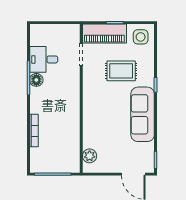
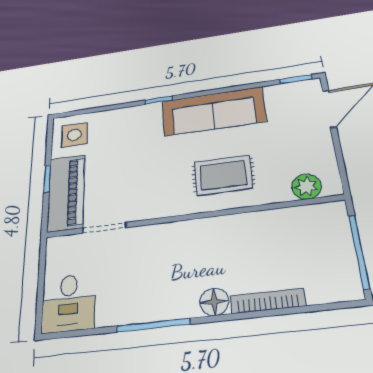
desk: (44, 59) -> (68, 303), moved
rug: (121, 71) -> (223, 175), moved, turned 90
floor lamp: (36, 80) -> (214, 302), moved

